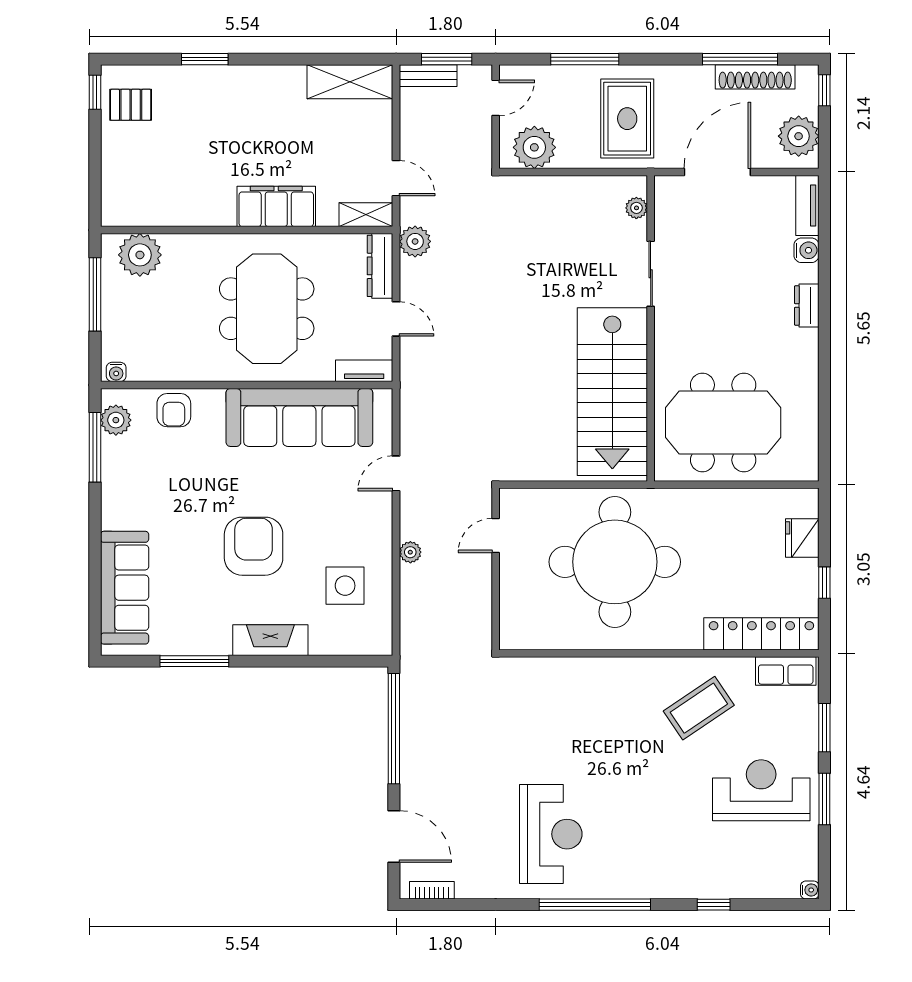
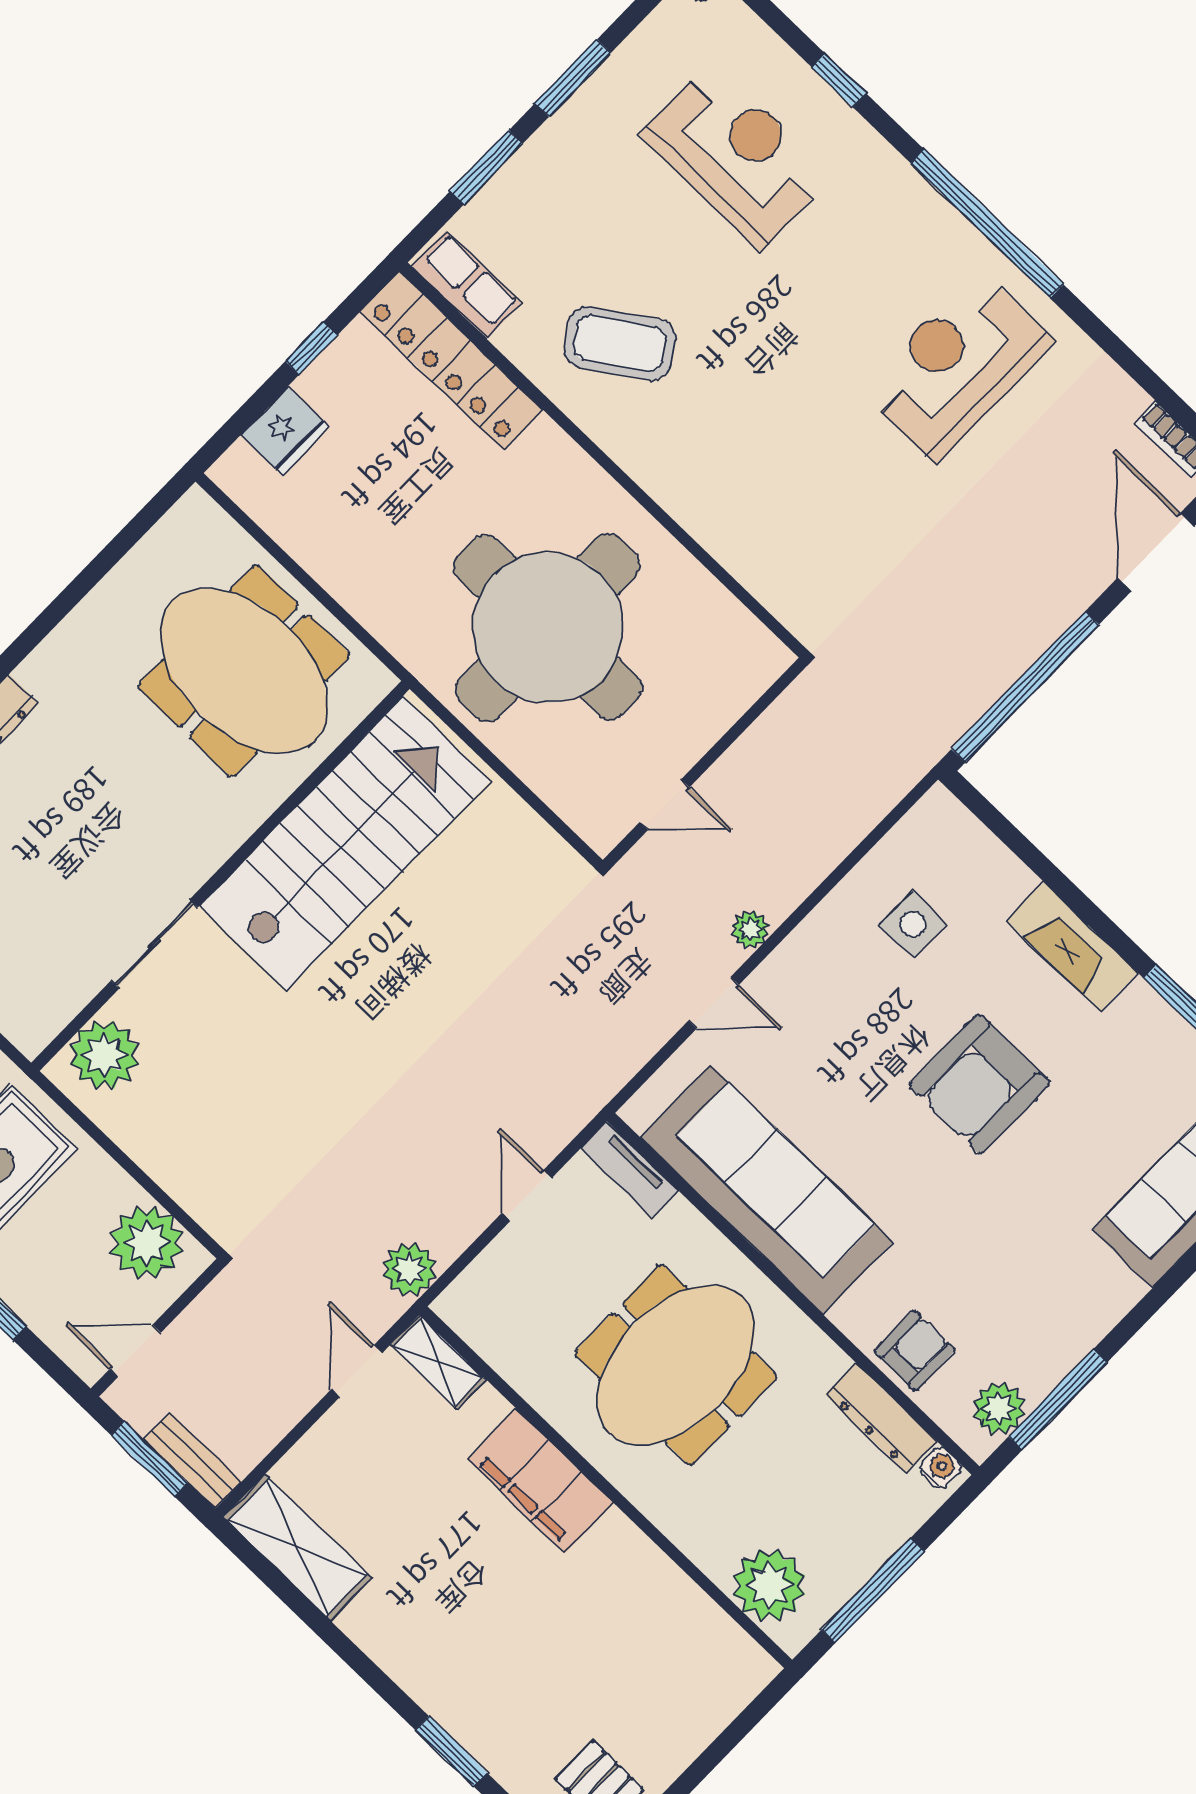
plant: (636, 208) -> (104, 1055), width x1.88, depth x1.88
dresser: (380, 266) -> (881, 1418), moved, turned 90
plant: (410, 552) -> (750, 929), moved
side table: (345, 586) -> (913, 924), width x0.73, depth x0.73
reception desk: (761, 790) -> (736, 155), moved, turned 180

